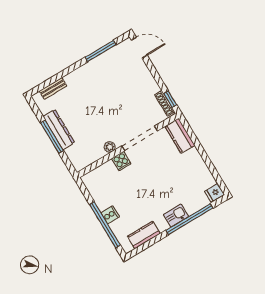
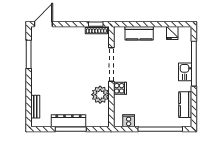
kitchen counter: (180, 136) -> (139, 33), moved
plant: (110, 147) -> (100, 95), width x1.87, depth x1.87
fridge: (214, 193) -> (172, 33), moved
cooker: (110, 215) -> (129, 121), moved

